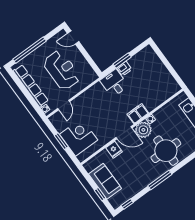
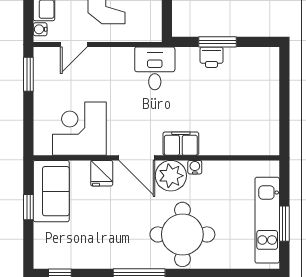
desk: (114, 83) -> (155, 68), moved
corner desk: (79, 137) -> (79, 129), moved, turned -90
window: (61, 141) -> (28, 74), moved
sofa: (105, 181) -> (51, 191), moved
window: (100, 194) -> (28, 207), moved

